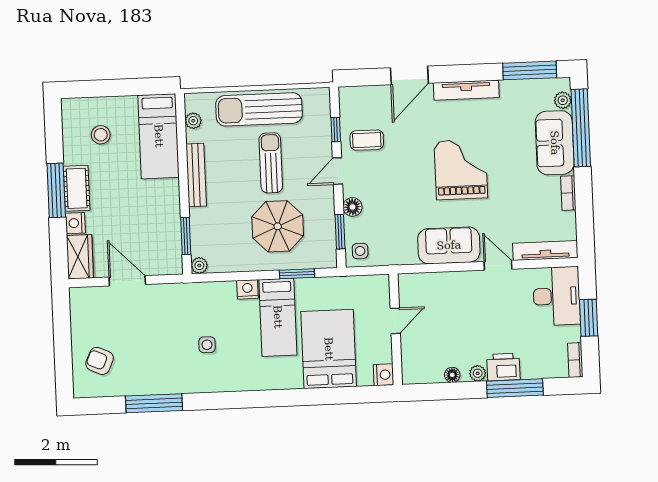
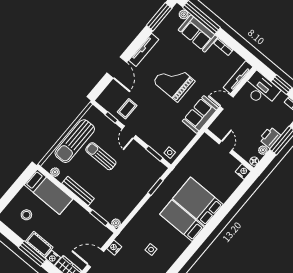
floor lamp: (352, 207) -> (149, 139), removed
parasol: (278, 226) -> (129, 177), removed
nightstand: (247, 289) -> (114, 248), moved
bed: (278, 317) -> (182, 221), moved, turned 180
door: (395, 321) -> (226, 147), moved
wall: (396, 329) -> (229, 150), moved
nightstand: (384, 375) -> (243, 172), moved

